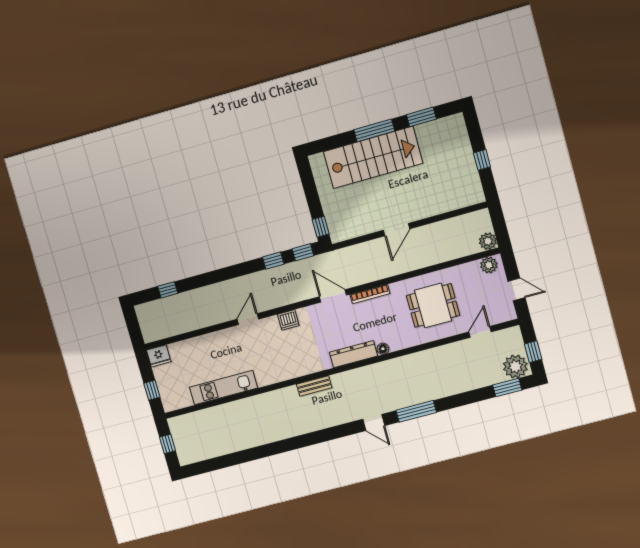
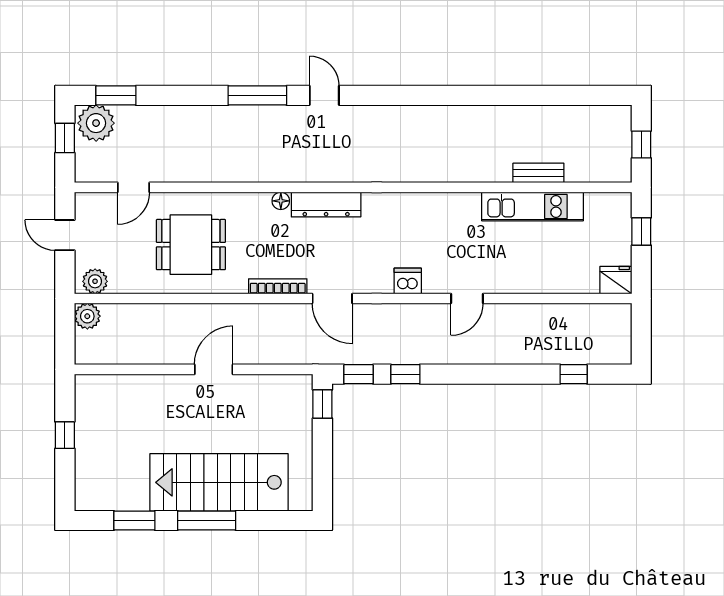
bench: (314, 386) -> (538, 173), moved

